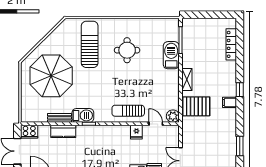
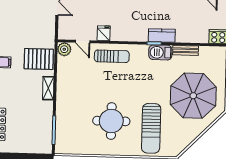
round table: (127, 50) -> (111, 121), width x1.36, depth x1.36
barbecue: (171, 55) -> (64, 114), removed
kitchen counter: (63, 131) -> (162, 35), moved

